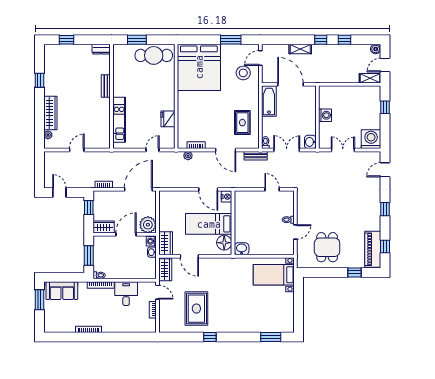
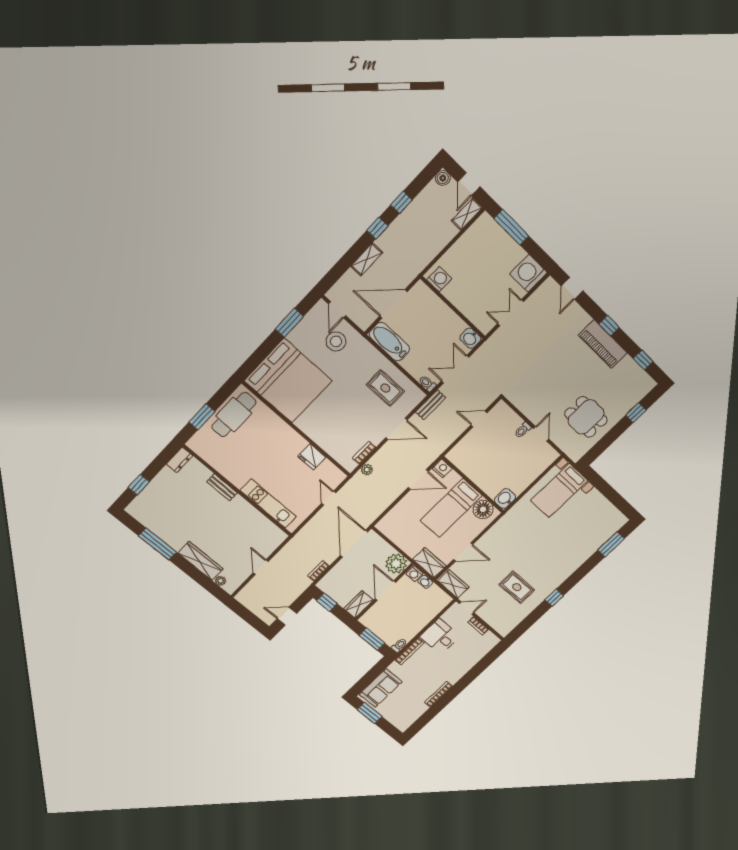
window: (39, 80) -> (158, 544), width x2.17
window: (385, 107) -> (511, 227), width x2.17
washing machine: (325, 115) -> (439, 279), moved
piano: (373, 249) -> (603, 344), moved
rug: (196, 309) -> (517, 587), width x0.73, depth x0.70

